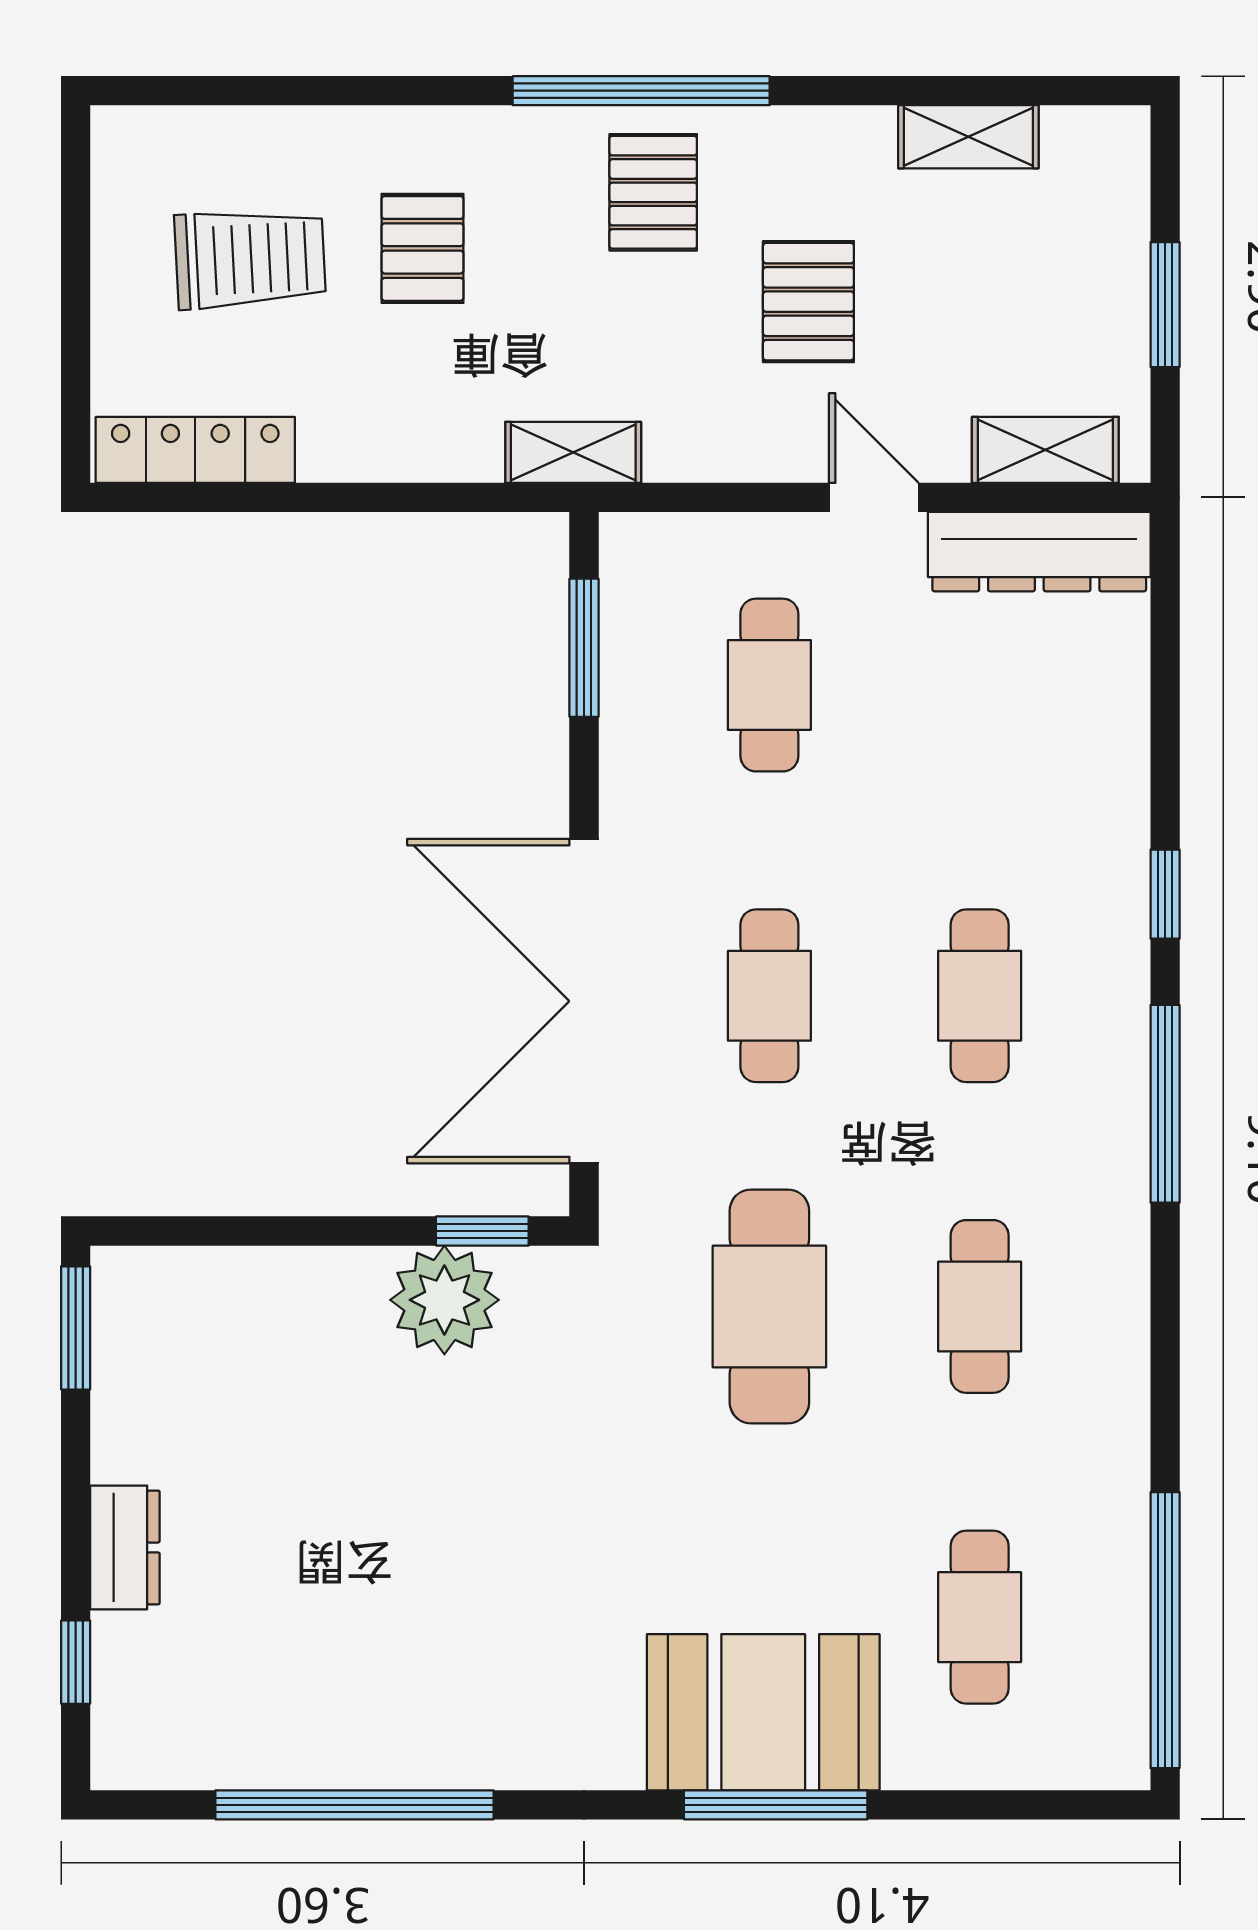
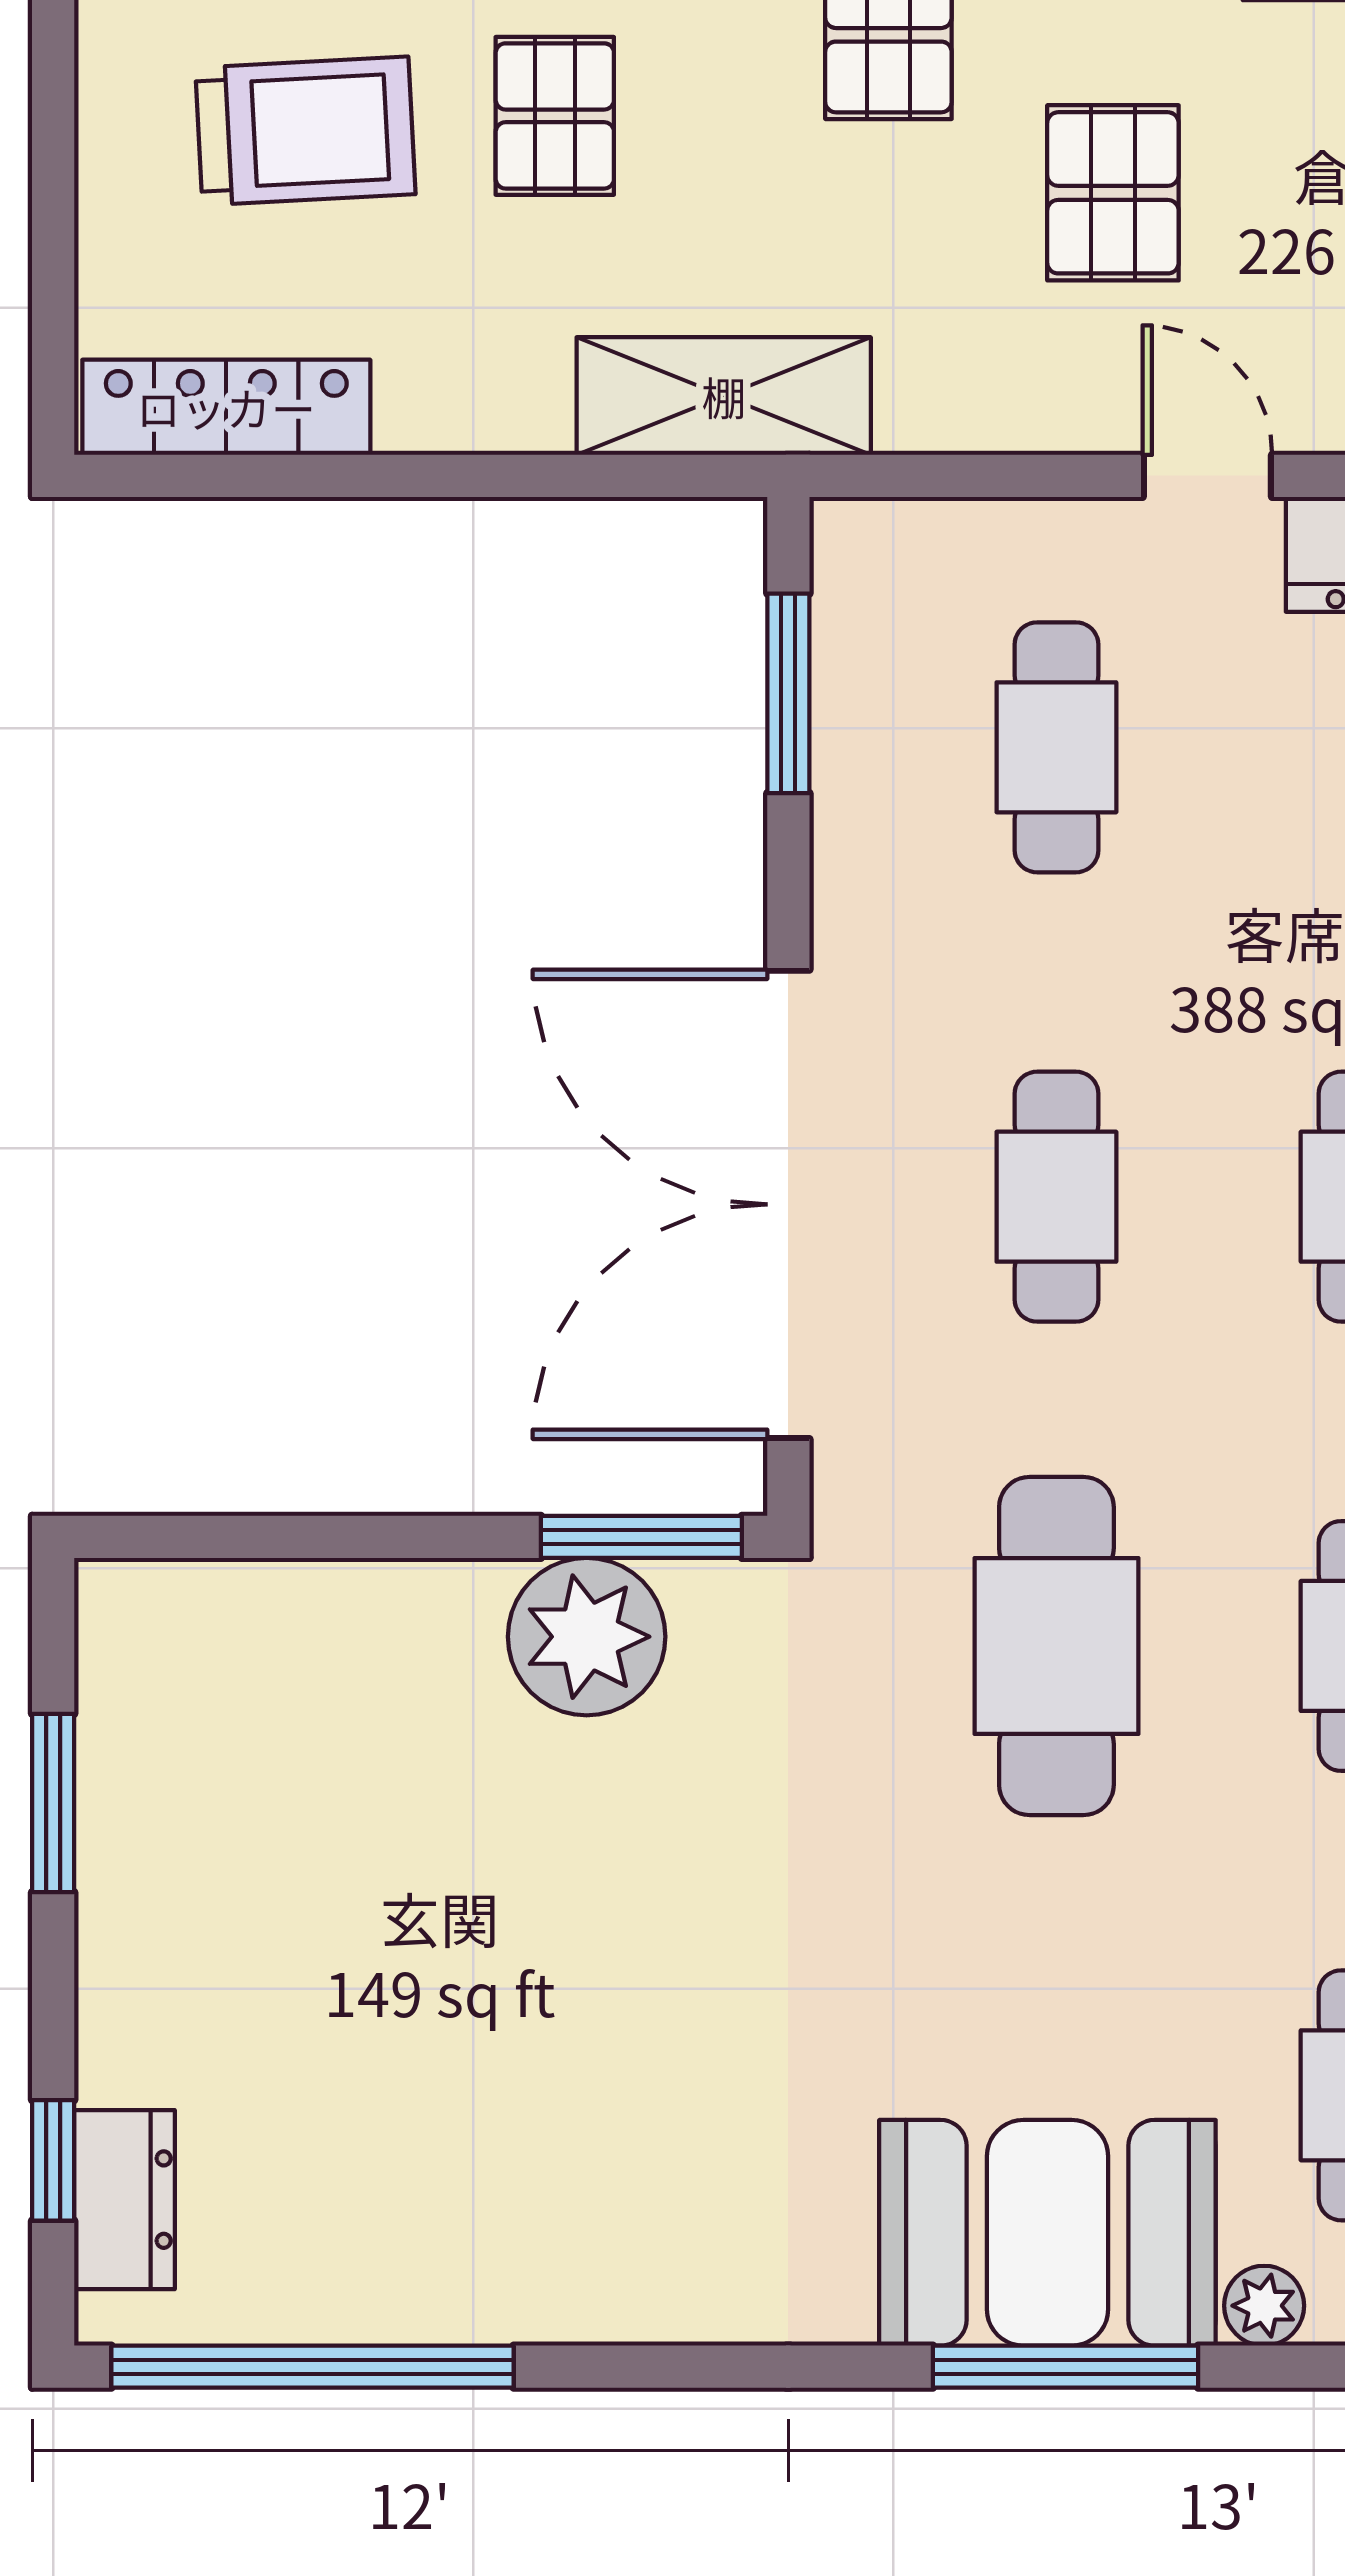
shelving: (573, 452) -> (724, 396), width x1.50, depth x1.33
window: (482, 1231) -> (641, 1537), width x1.50
window: (76, 1328) -> (53, 1803), moved
dresser: (125, 1547) -> (124, 2200), moved
plant: (913, 1763) -> (1264, 2306), added
window: (355, 1805) -> (313, 2367), moved

